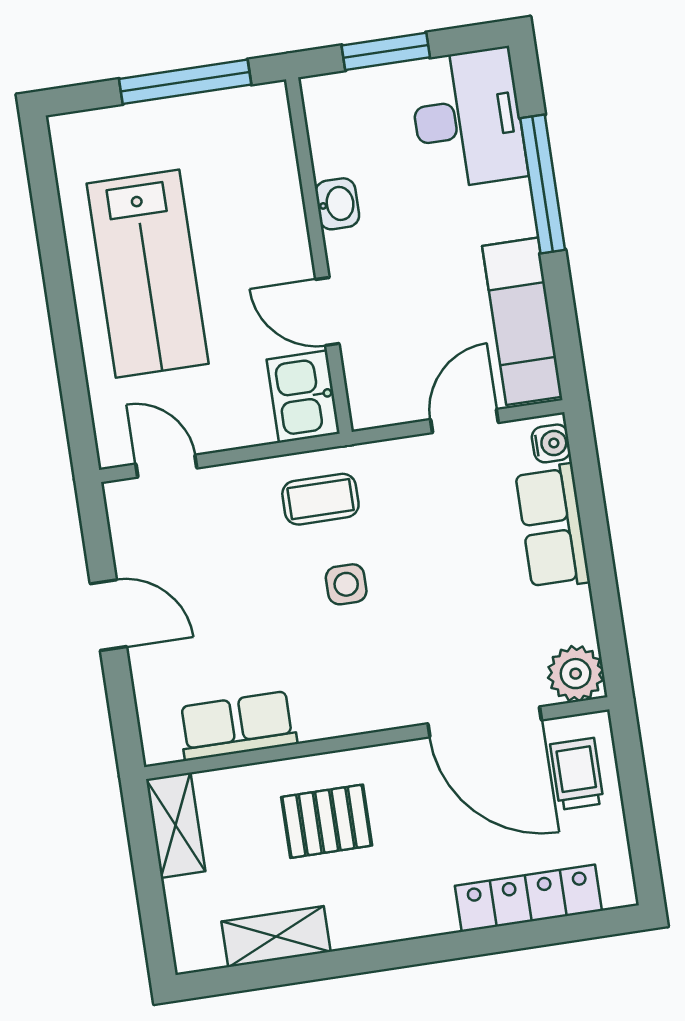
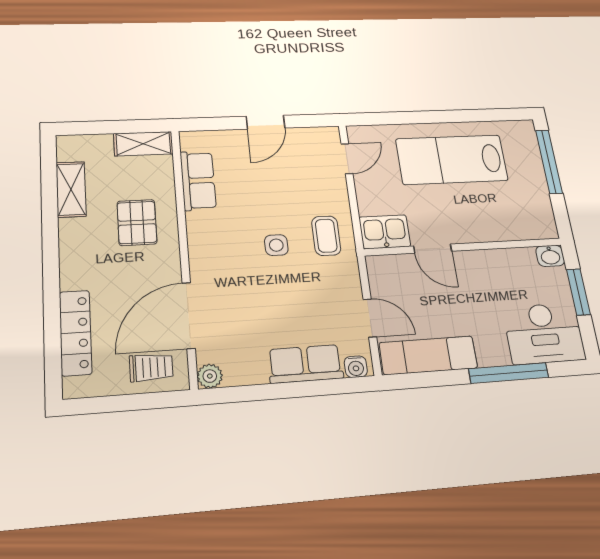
window: (185, 82) -> (549, 162), moved
washbasin: (337, 204) -> (550, 256), moved
door: (327, 312) -> (433, 249), swing flipped
plant: (576, 674) -> (210, 376), width x0.73, depth x0.73

